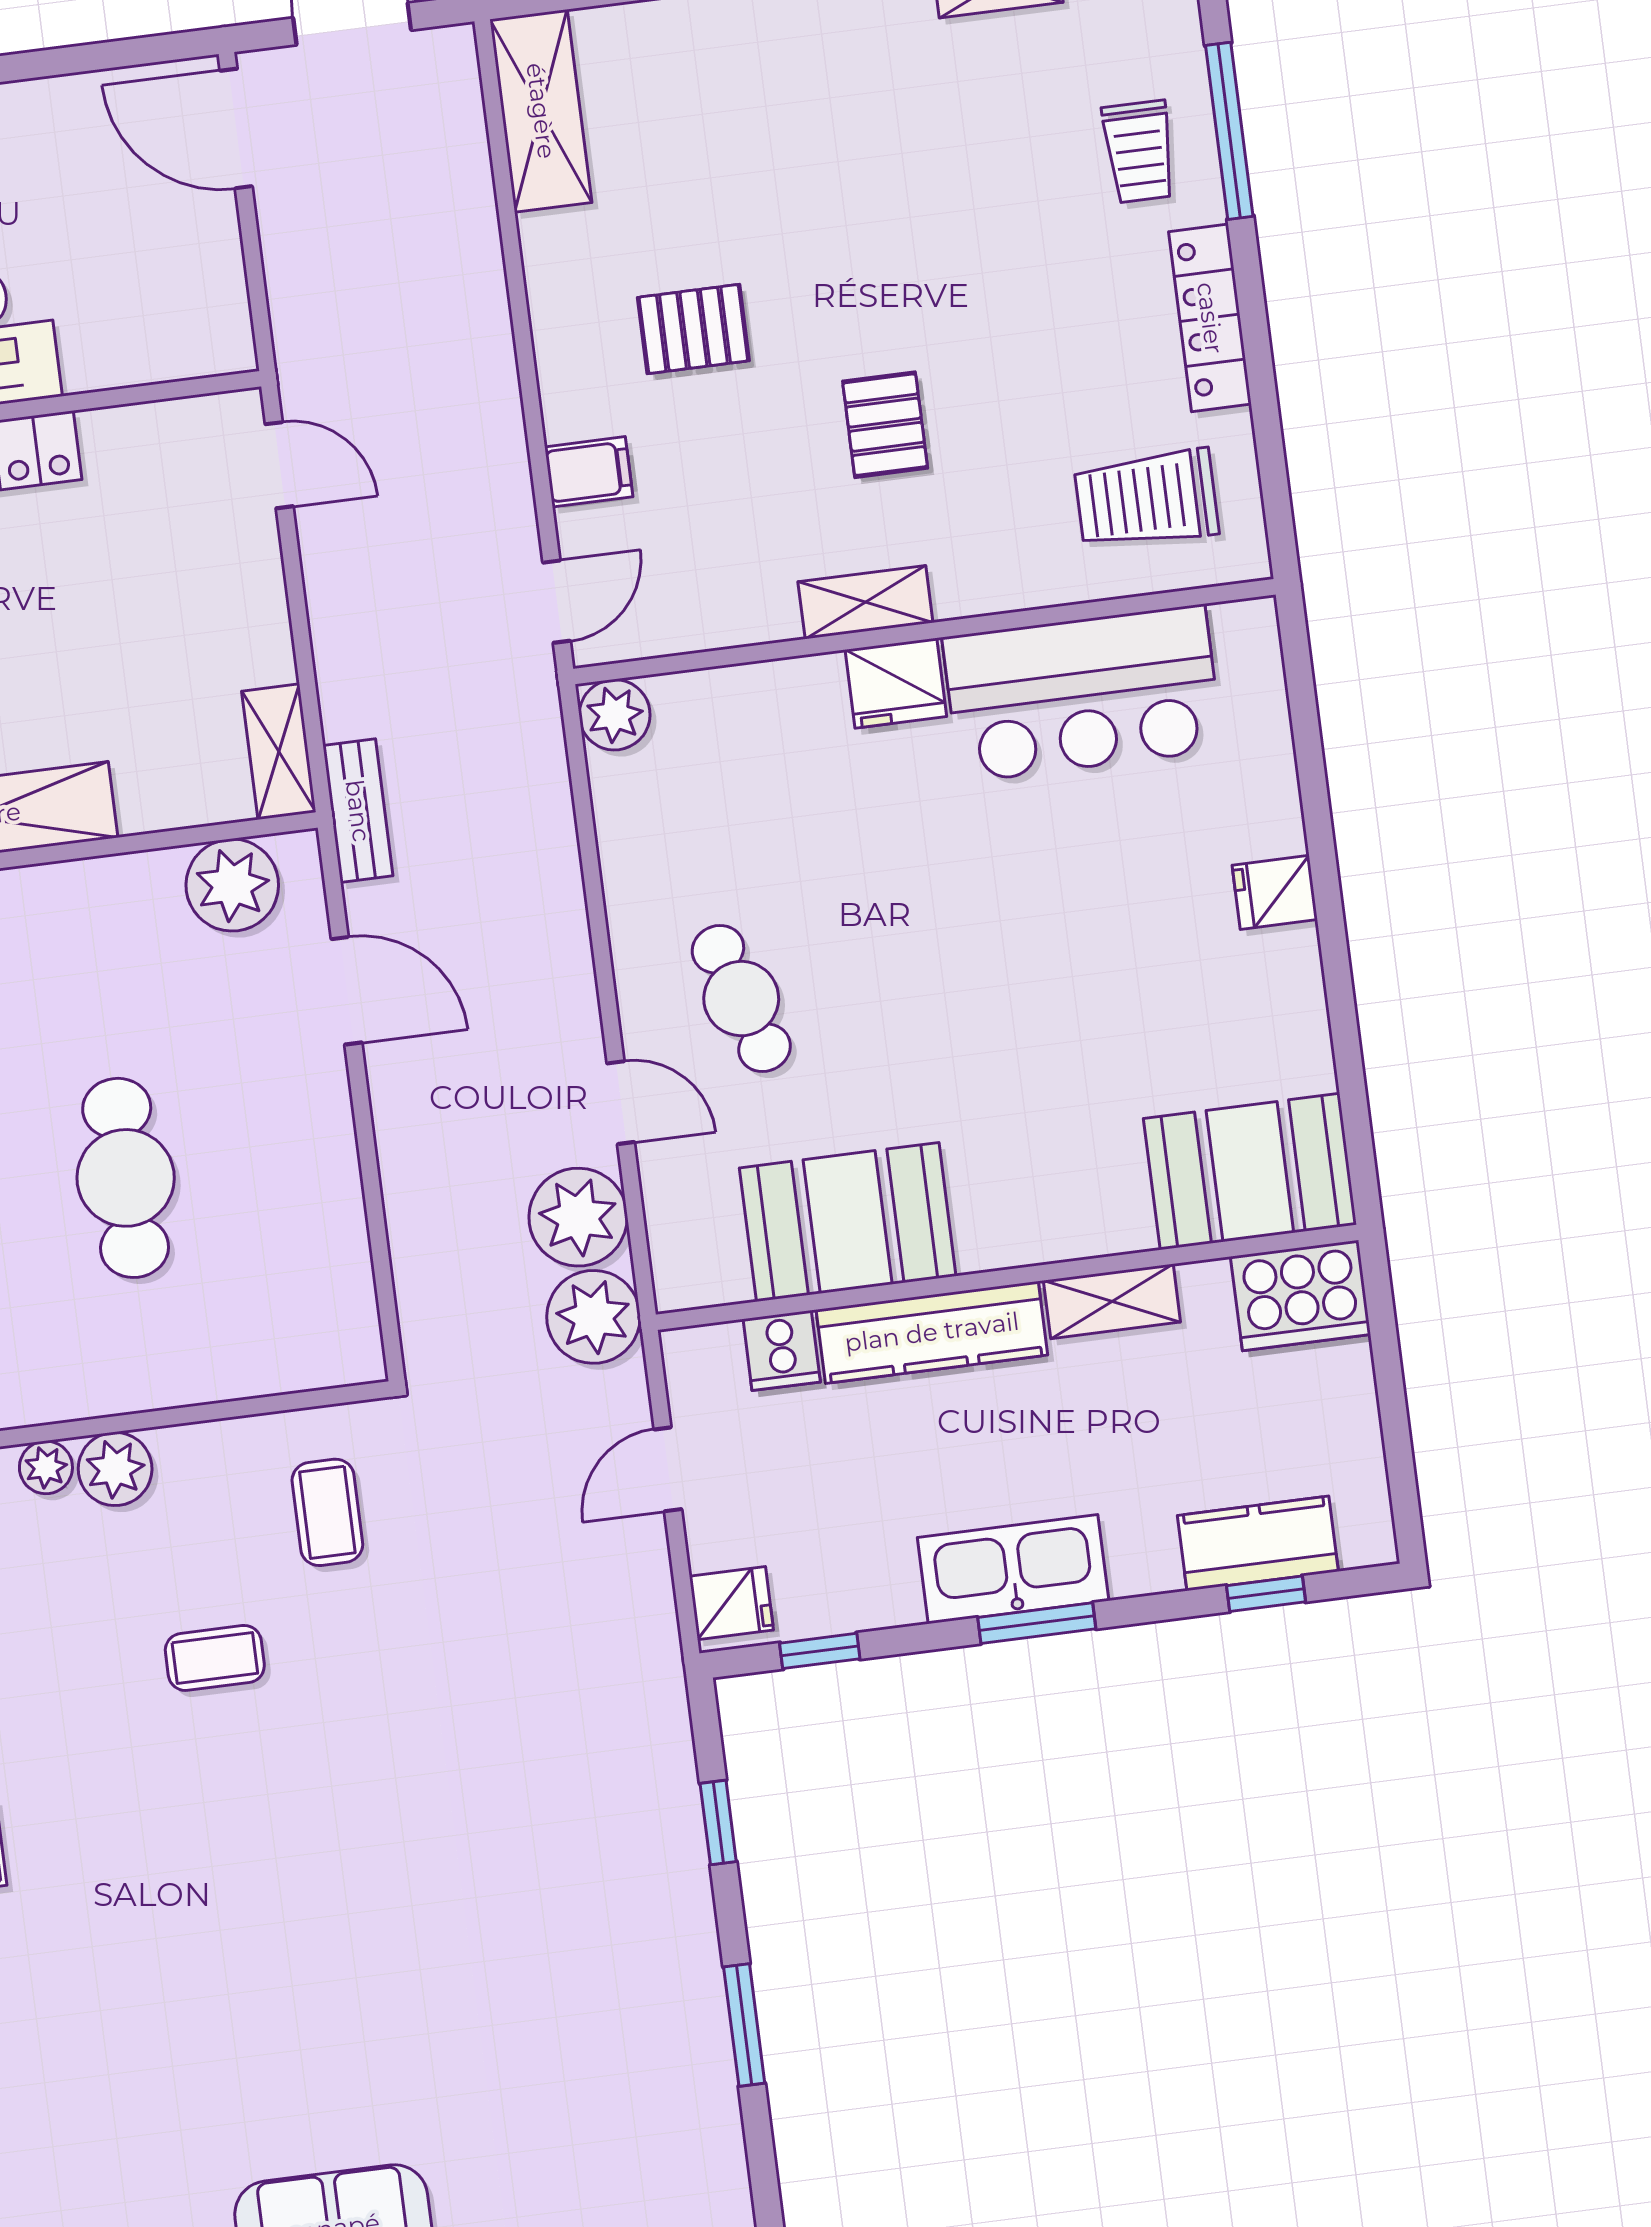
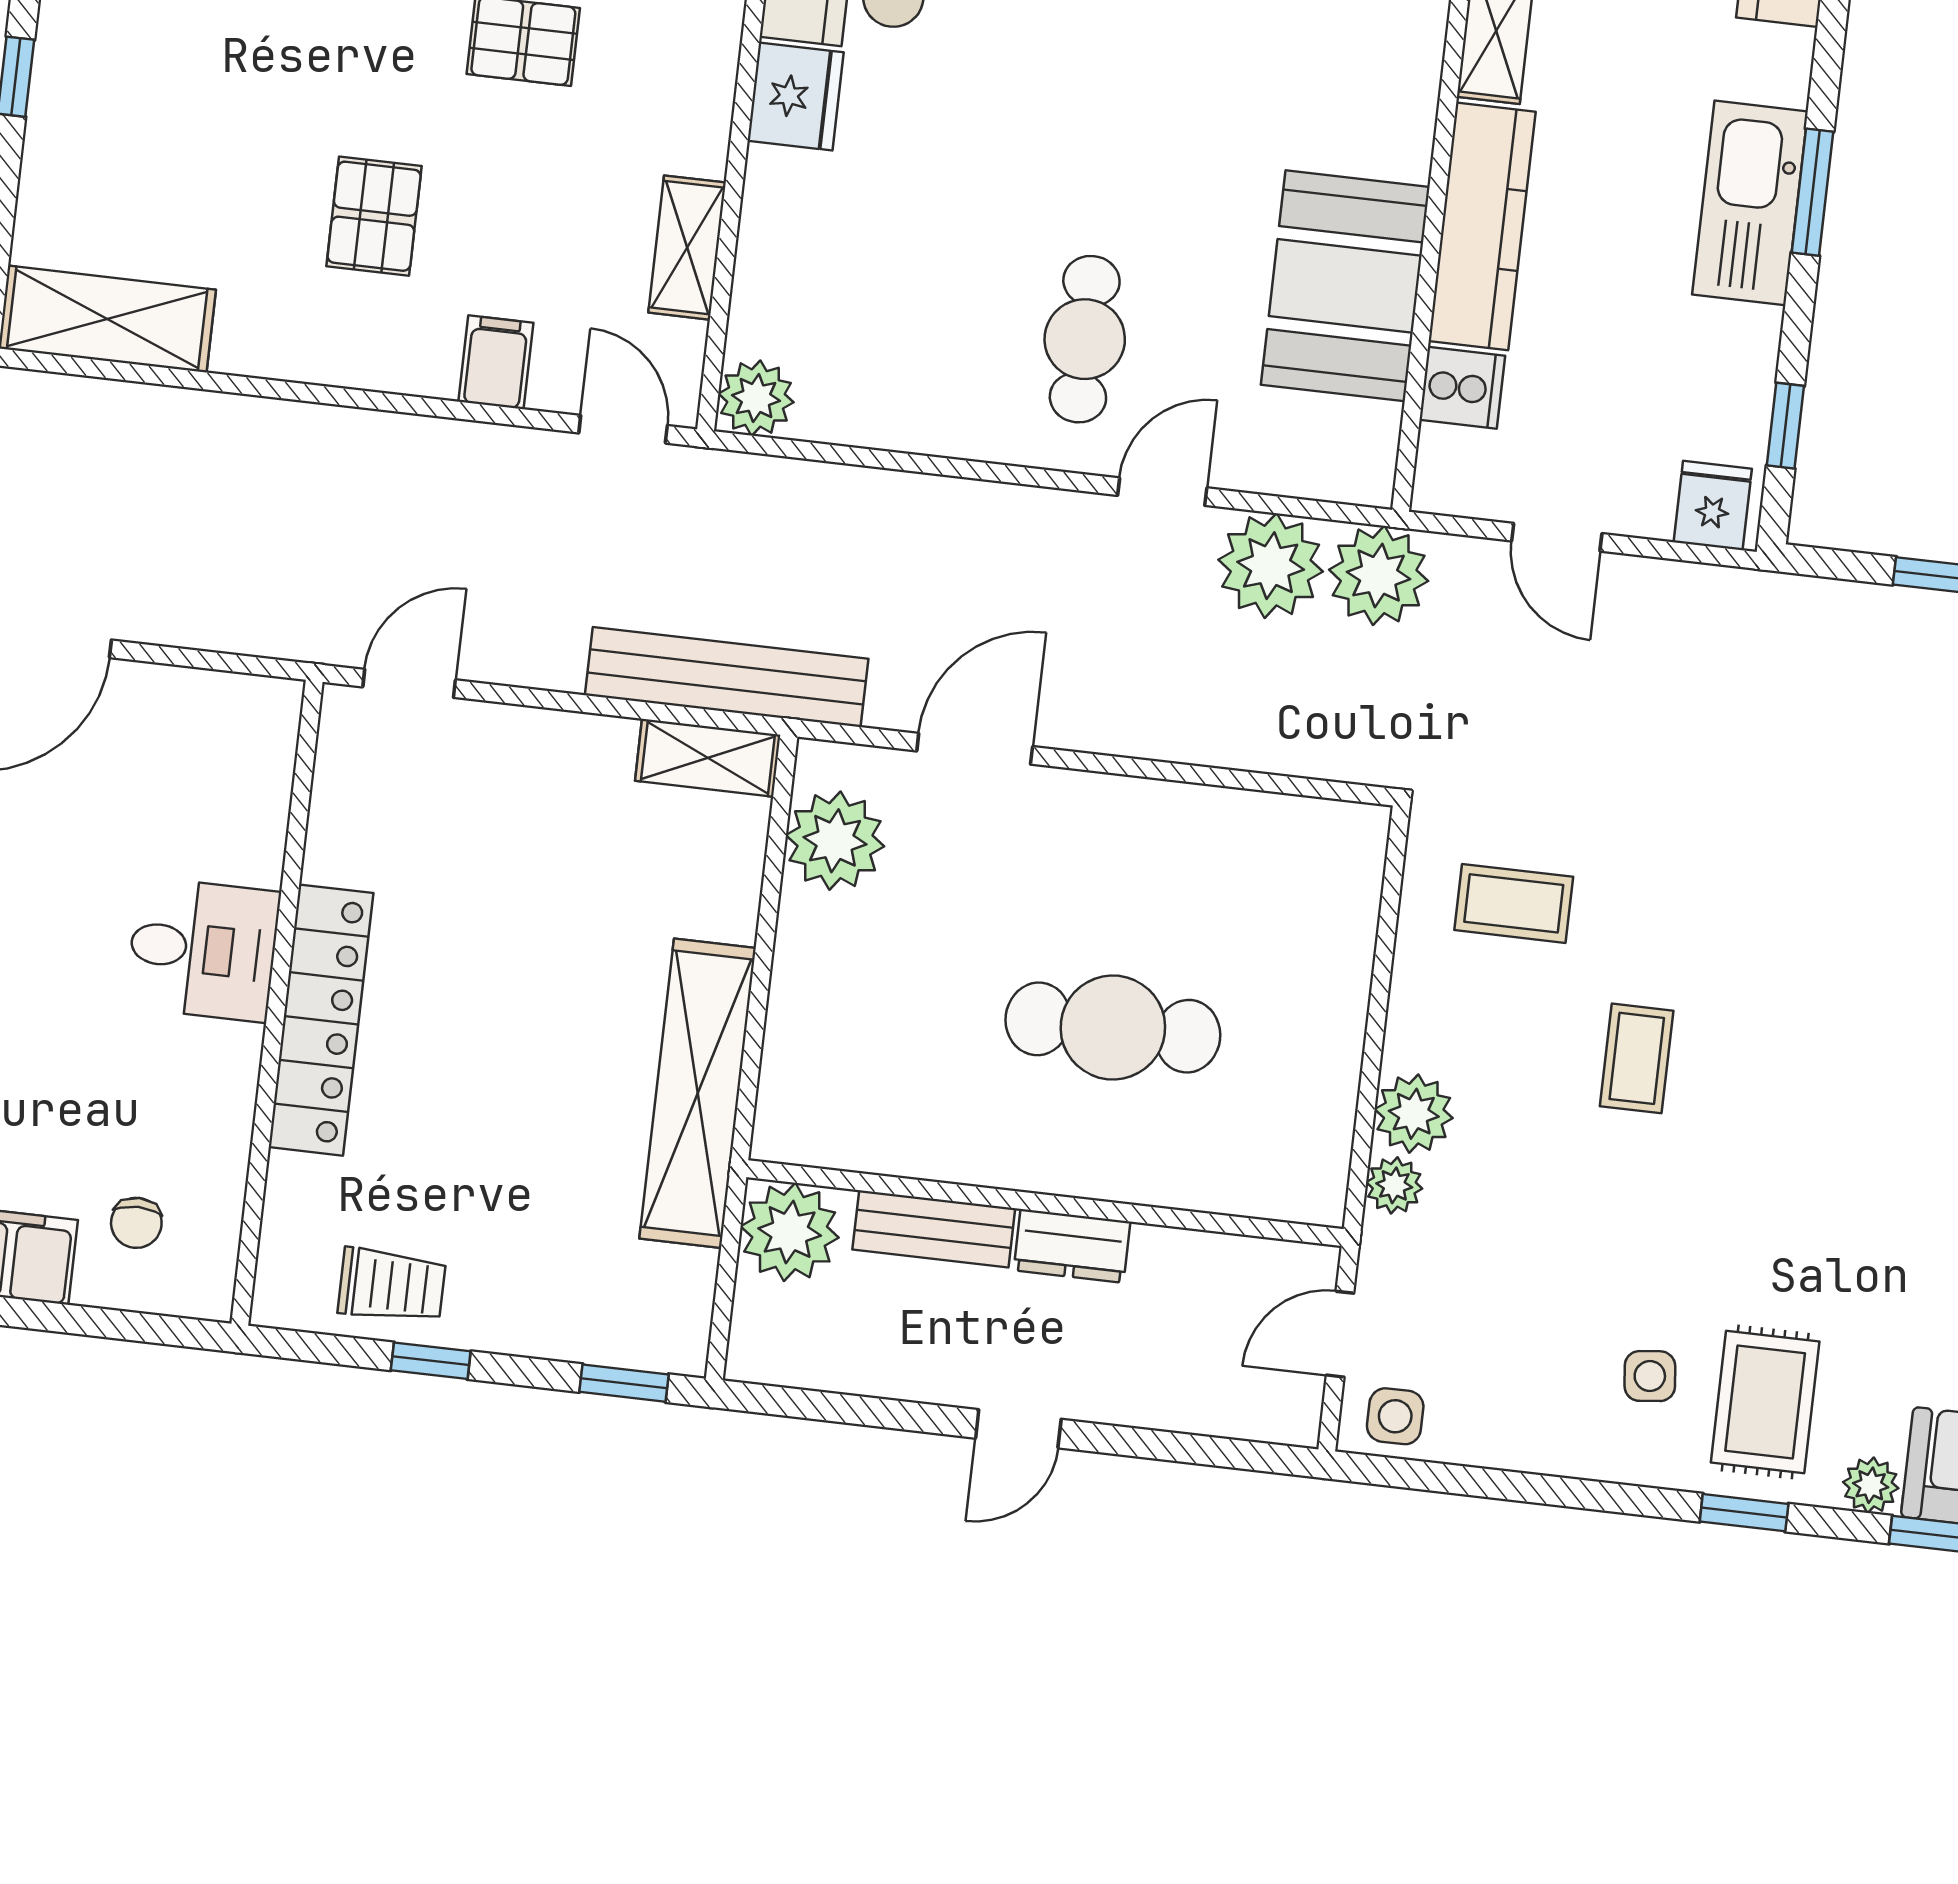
shelving: (865, 602) -> (687, 248), moved
bench: (358, 811) -> (727, 677), width x1.86, depth x1.21
cafe table: (741, 999) -> (1085, 339), turned -72

